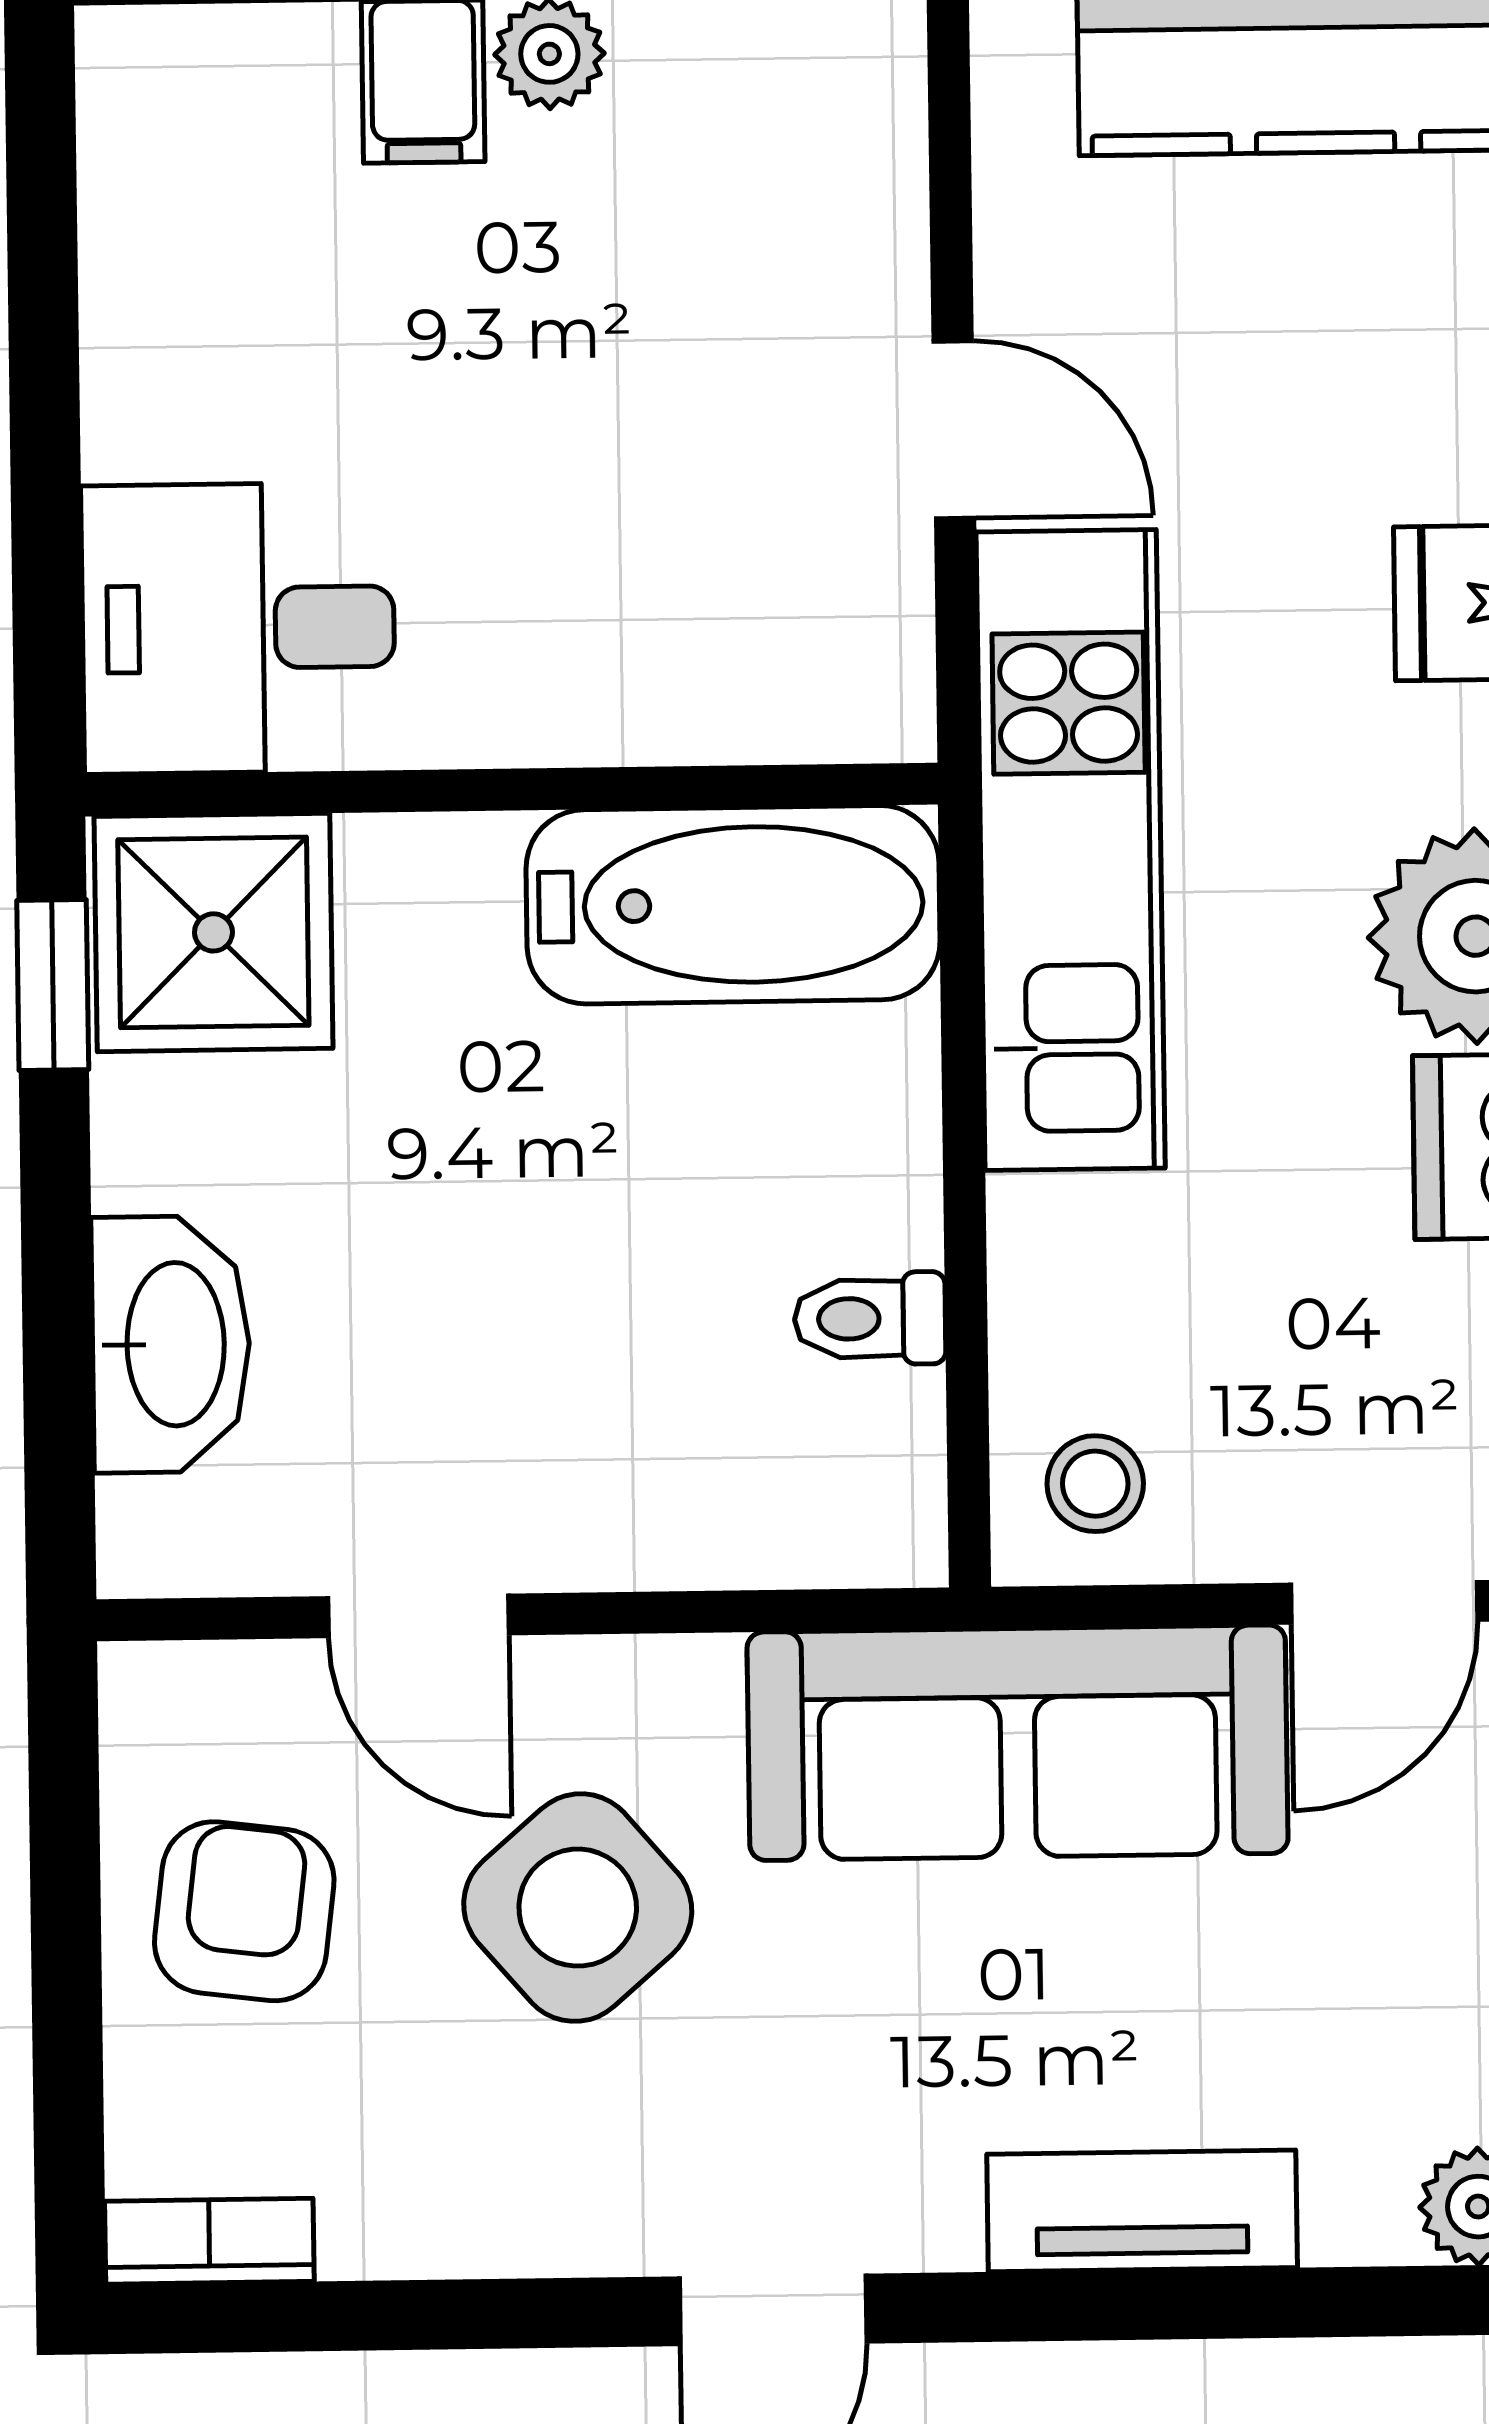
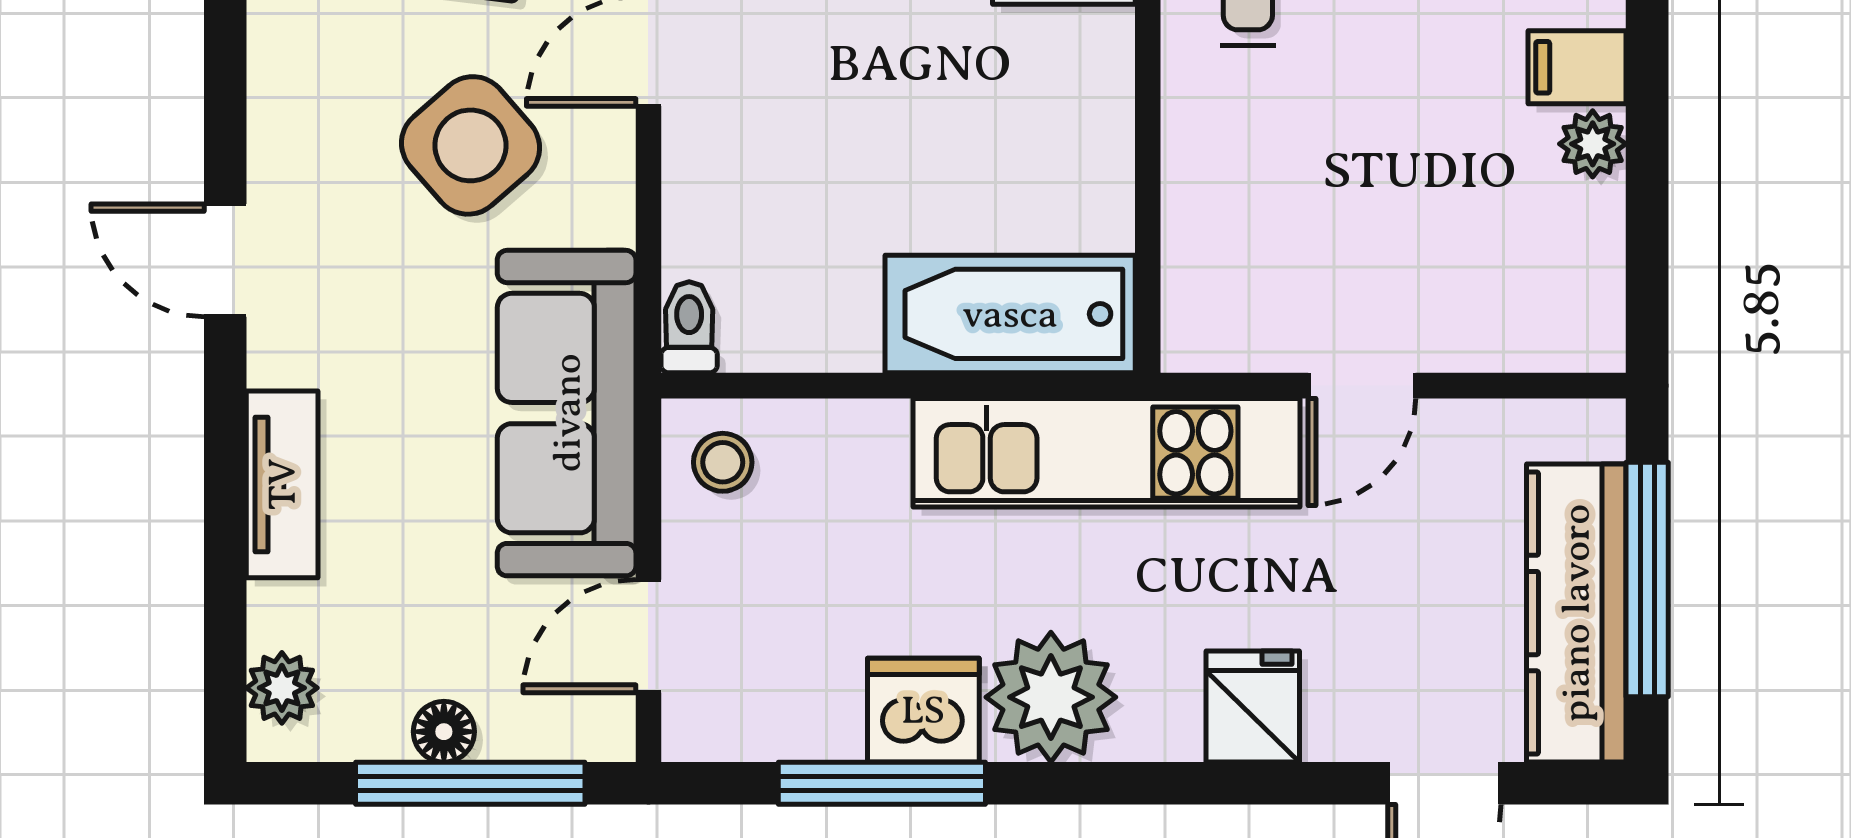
bathtub: (733, 905) -> (1010, 314), moved, turned 90
toilet: (870, 1319) -> (689, 327), moved
door: (1384, 1602) -> (648, 636), hinge flipped

